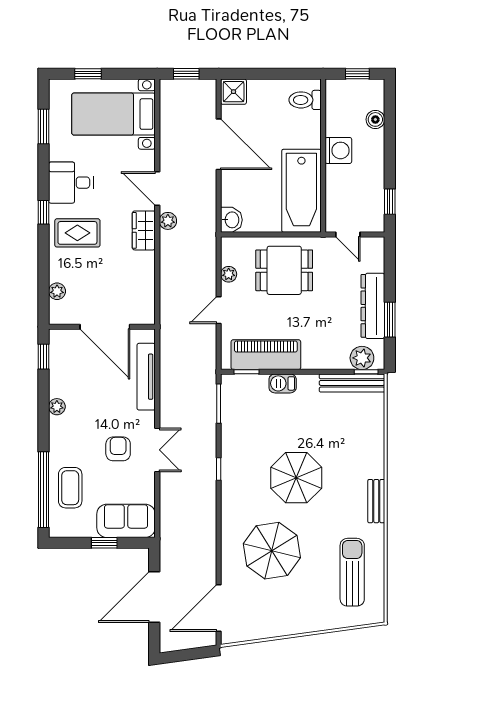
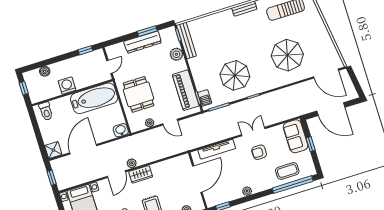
plant: (362, 358) -> (176, 54), moved
barbecue: (283, 383) -> (205, 98), moved
parasol: (296, 478) -> (235, 75), moved

